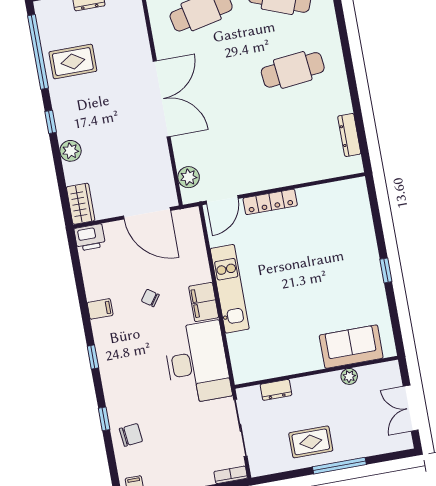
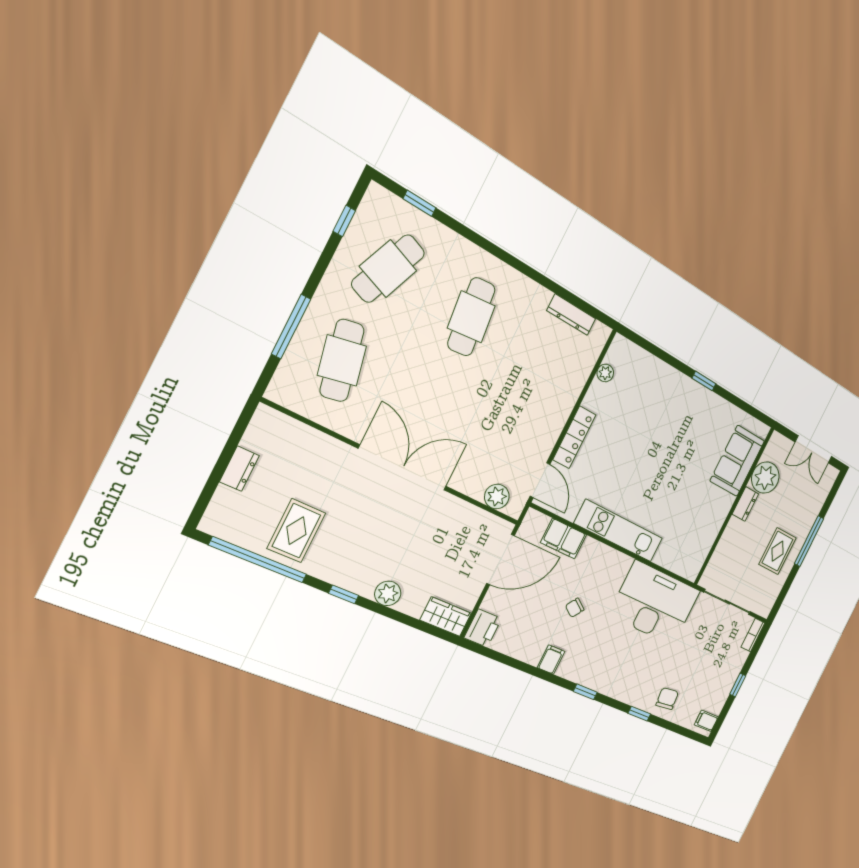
plant: (331, 190) -> (605, 373), added
filing cabinet: (204, 302) -> (564, 539), moved
plant: (349, 376) -> (765, 478), width x1.88, depth x1.88
dresser: (276, 390) -> (745, 504), moved

